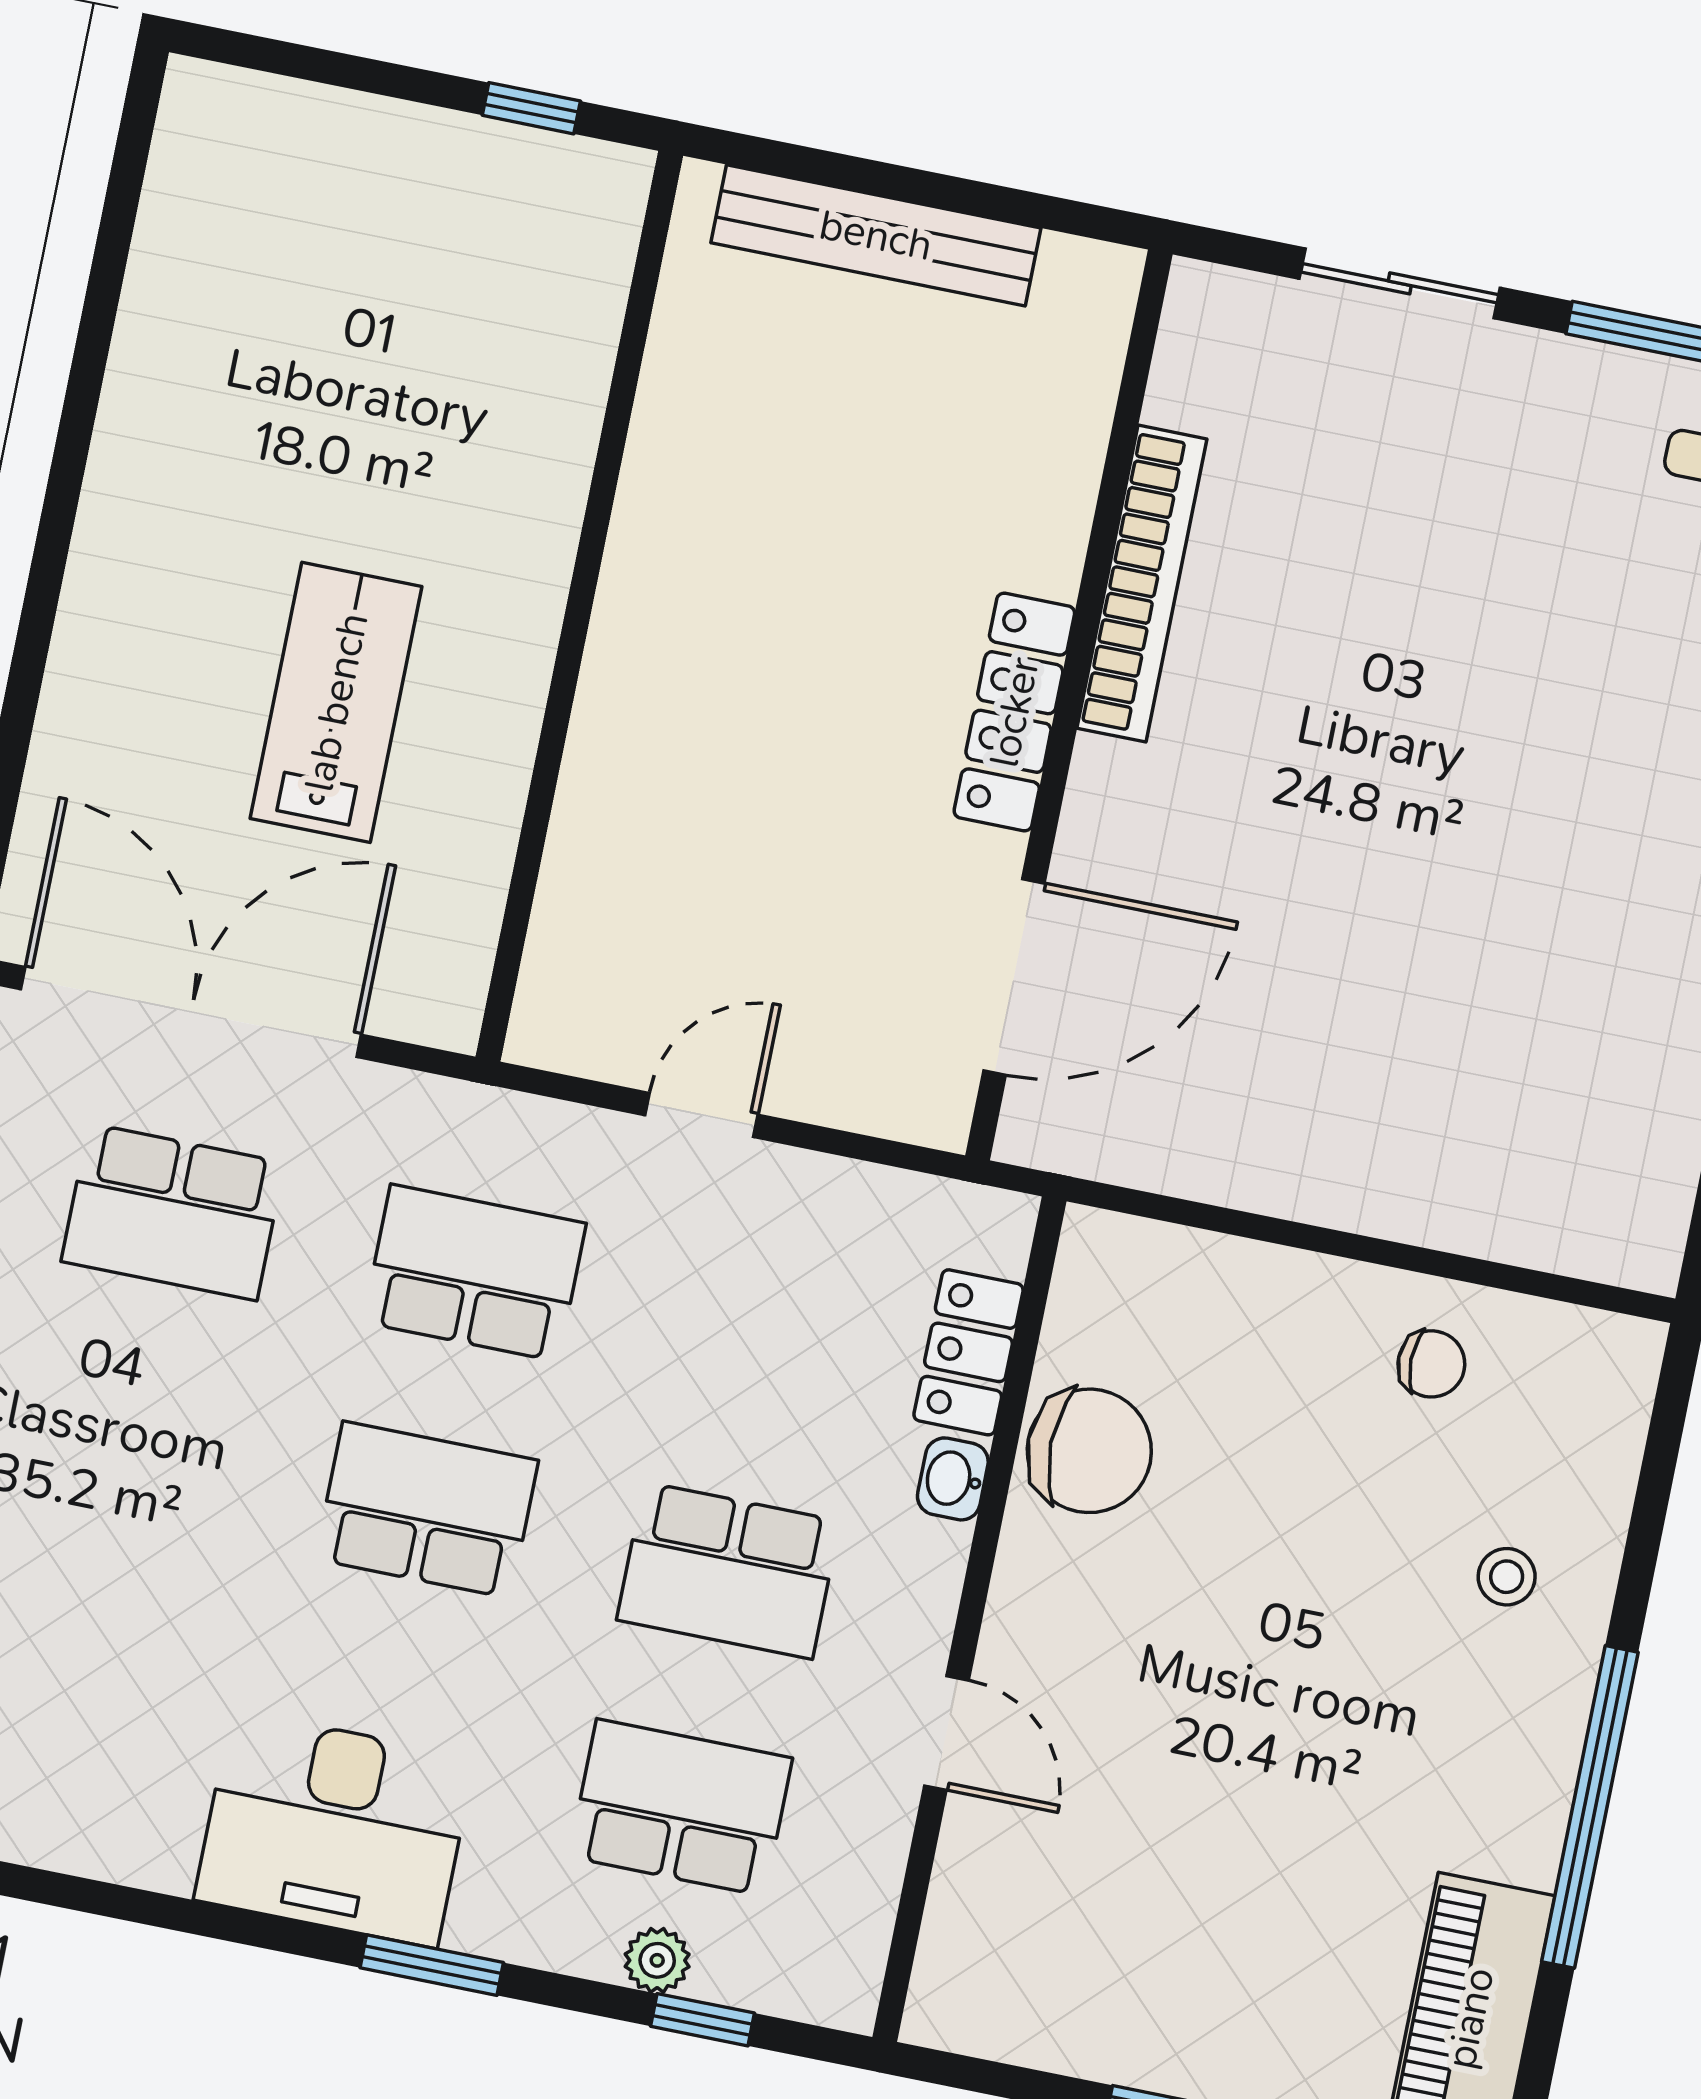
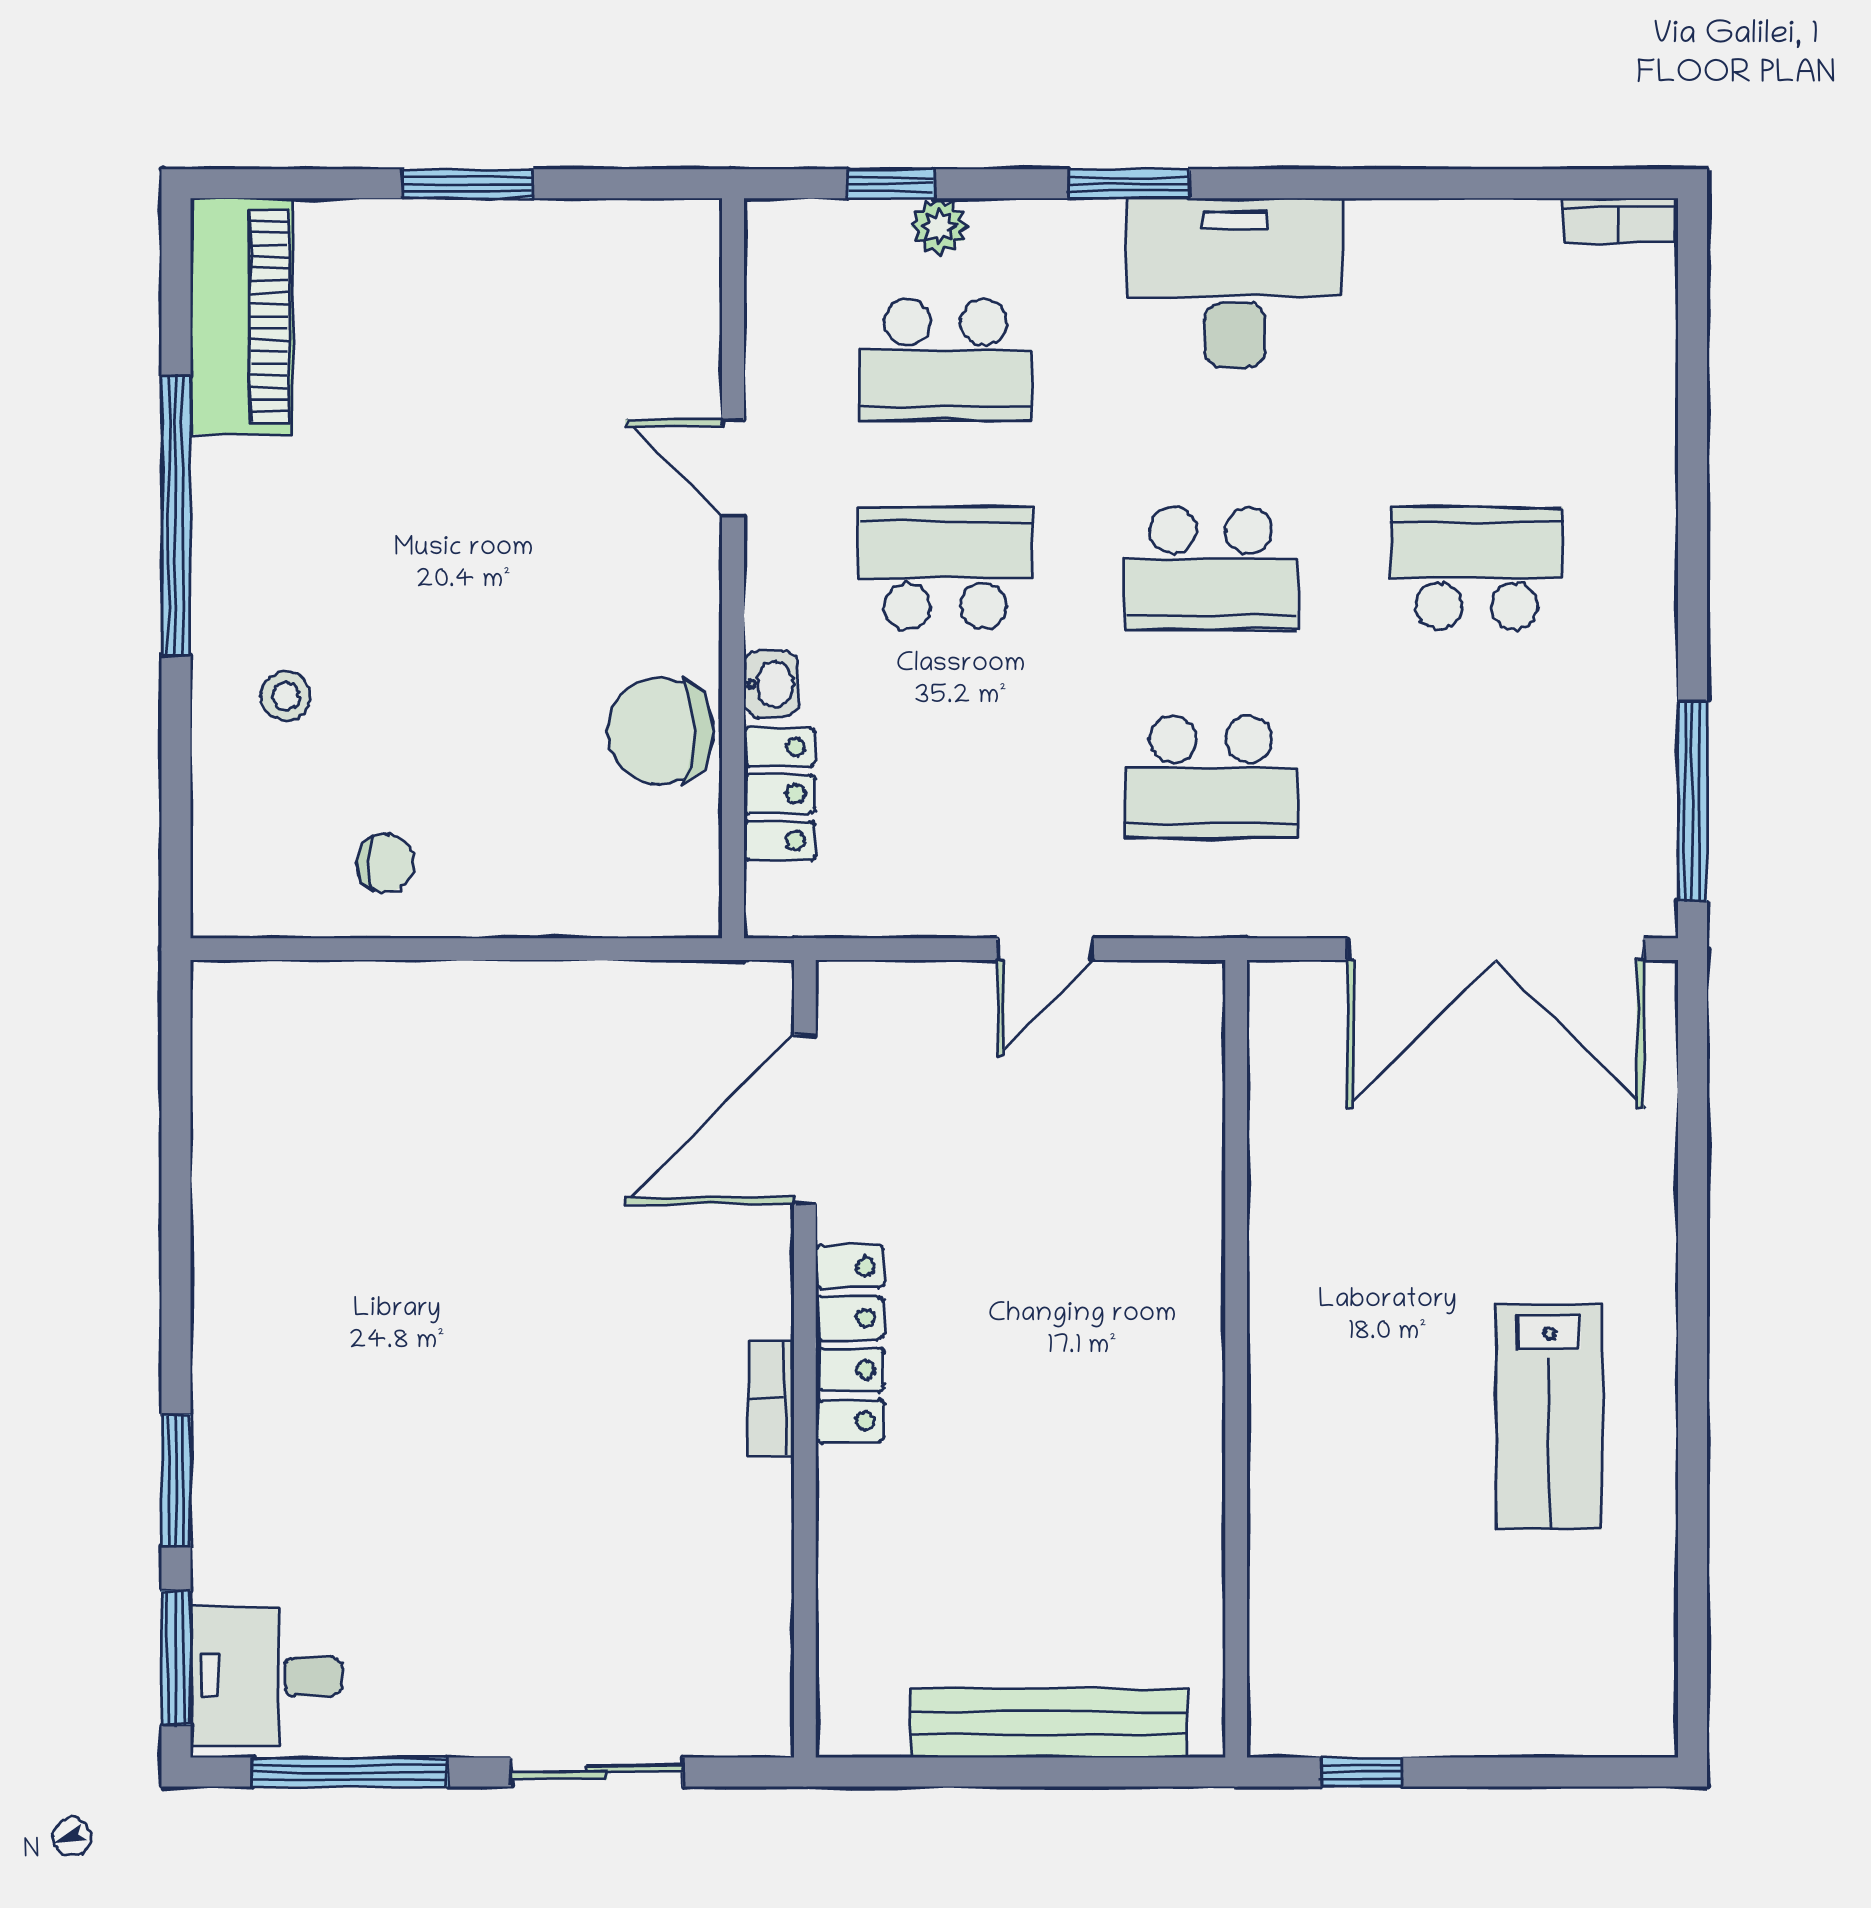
bookcase: (1142, 584) -> (771, 1398), width x0.43, depth x0.76
lab bench: (336, 702) -> (1549, 1417), moved
school desk: (173, 1212) -> (1477, 568), moved
chair: (1431, 1364) -> (386, 863), turned 180

